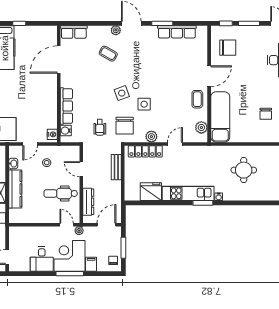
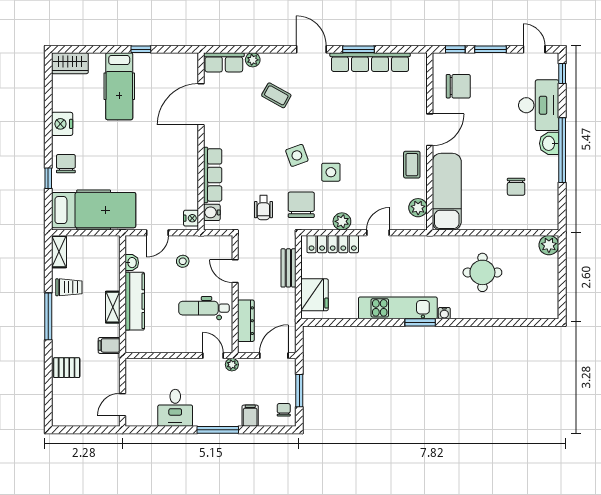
plant: (116, 30) -> (253, 60), moved
row of seats: (177, 32) -> (370, 62), width x1.36
chair: (125, 126) -> (301, 205), turned 180
fridge: (151, 192) -> (315, 295), moved, turned 90
corner desk: (69, 256) -> (217, 403), removed

